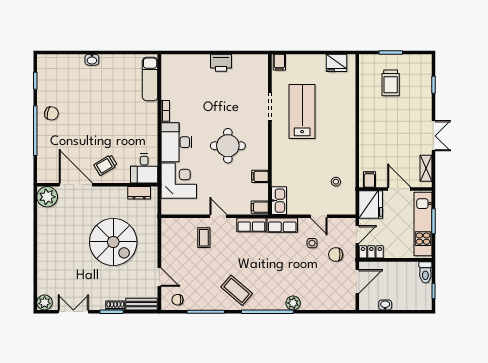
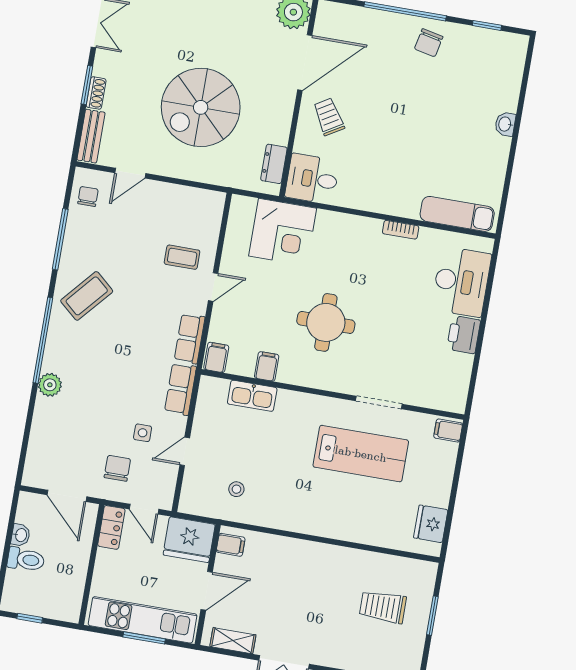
desk: (176, 142) -> (461, 282), moved, turned 90
kitchen sink: (279, 201) -> (252, 396), moved
toilet: (425, 272) -> (26, 559), moved, turned 180

